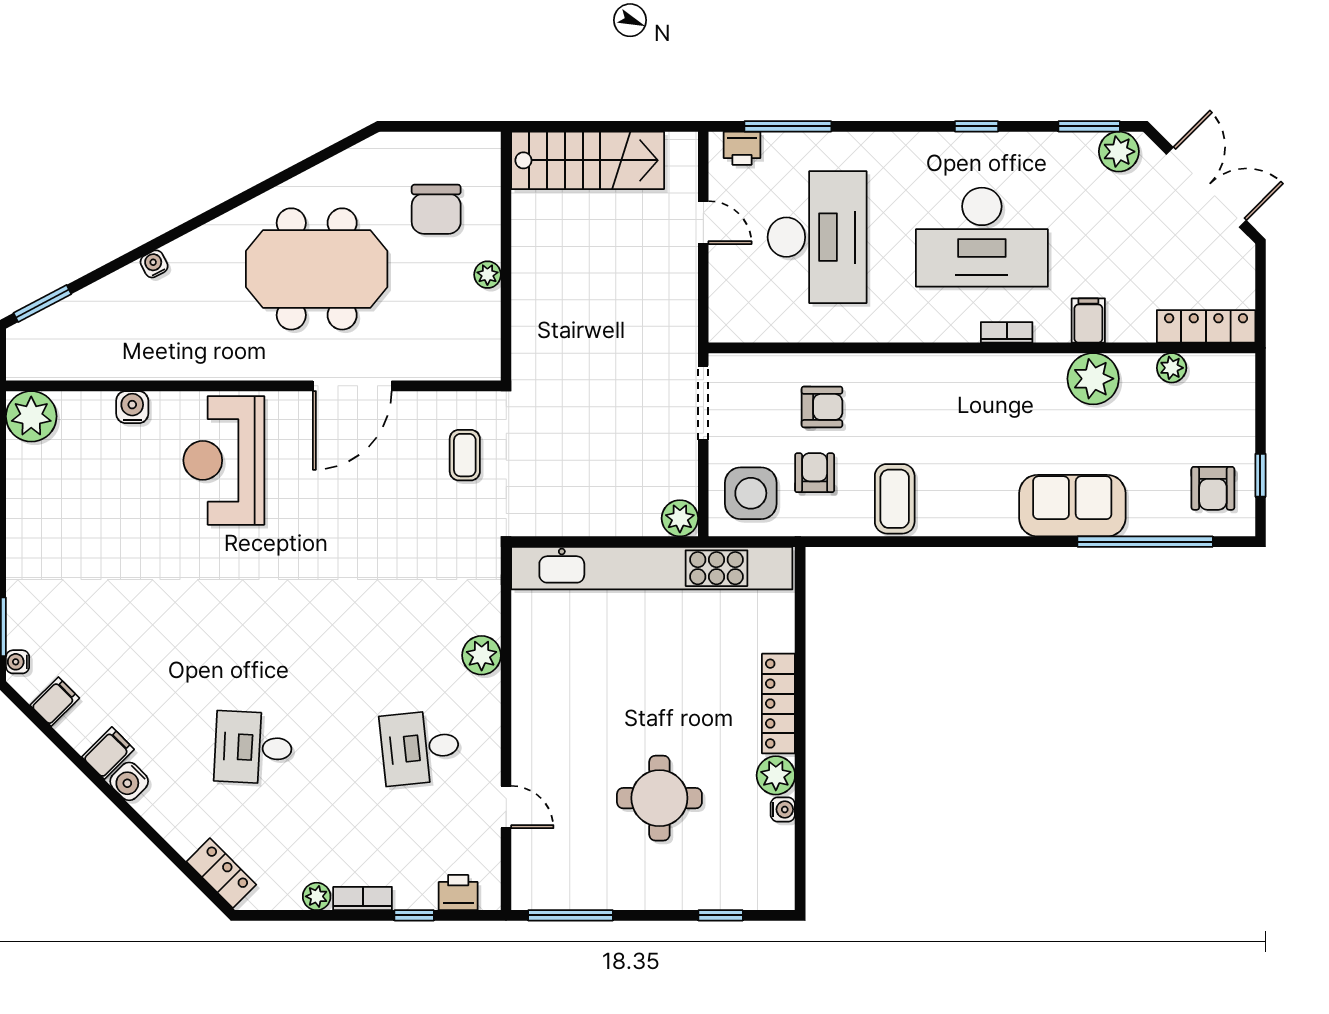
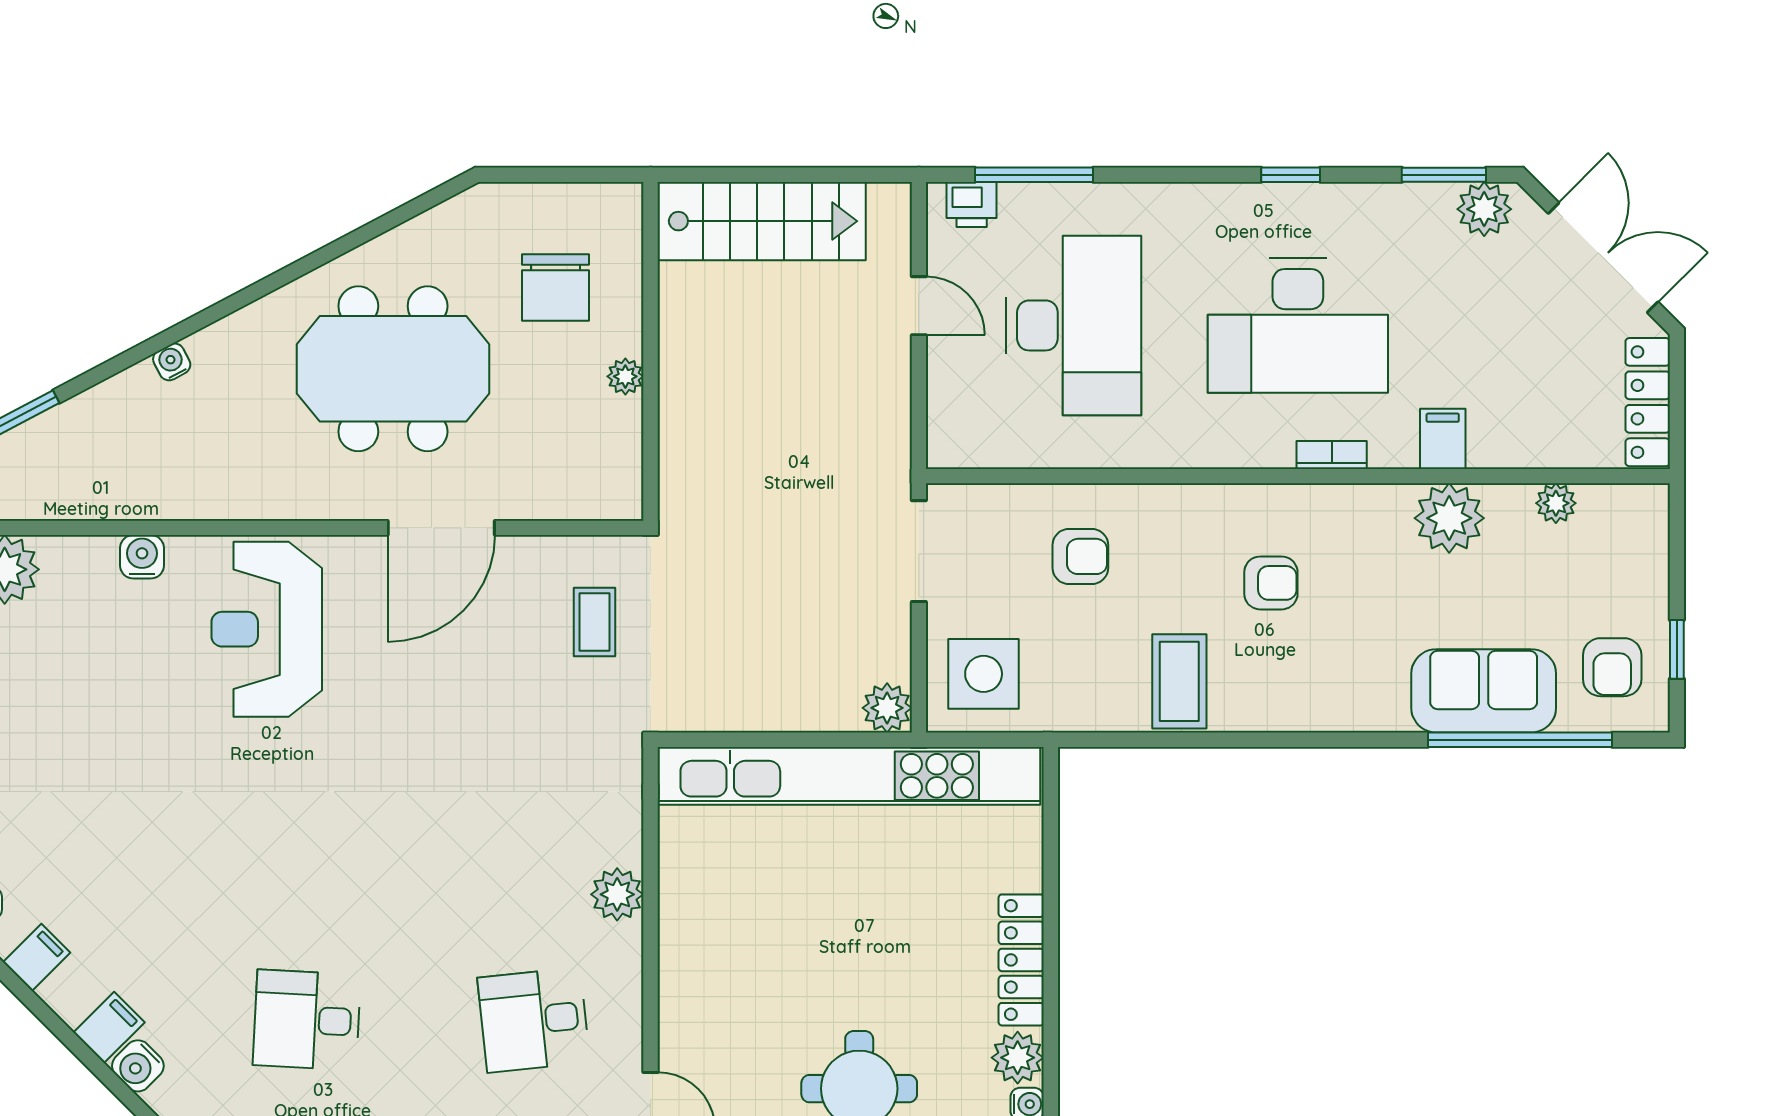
locker: (1206, 326) -> (1648, 402), moved, turned -90
armchair: (815, 473) -> (1271, 583), moved, turned 90
sofa: (1072, 506) -> (1484, 691), moved

